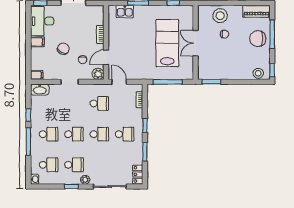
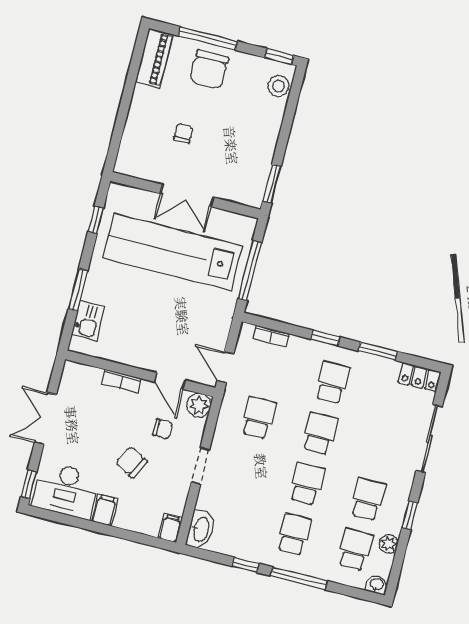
stool: (220, 16) -> (145, 133), removed
lab bench: (167, 43) -> (173, 252), width x1.36
door: (119, 82) -> (225, 367), hinge flipped
plant: (85, 180) -> (388, 544), moved

